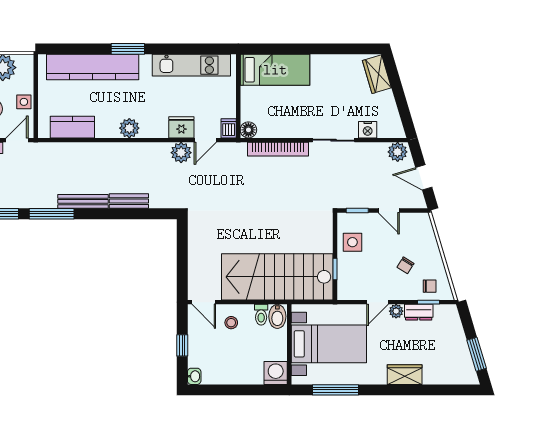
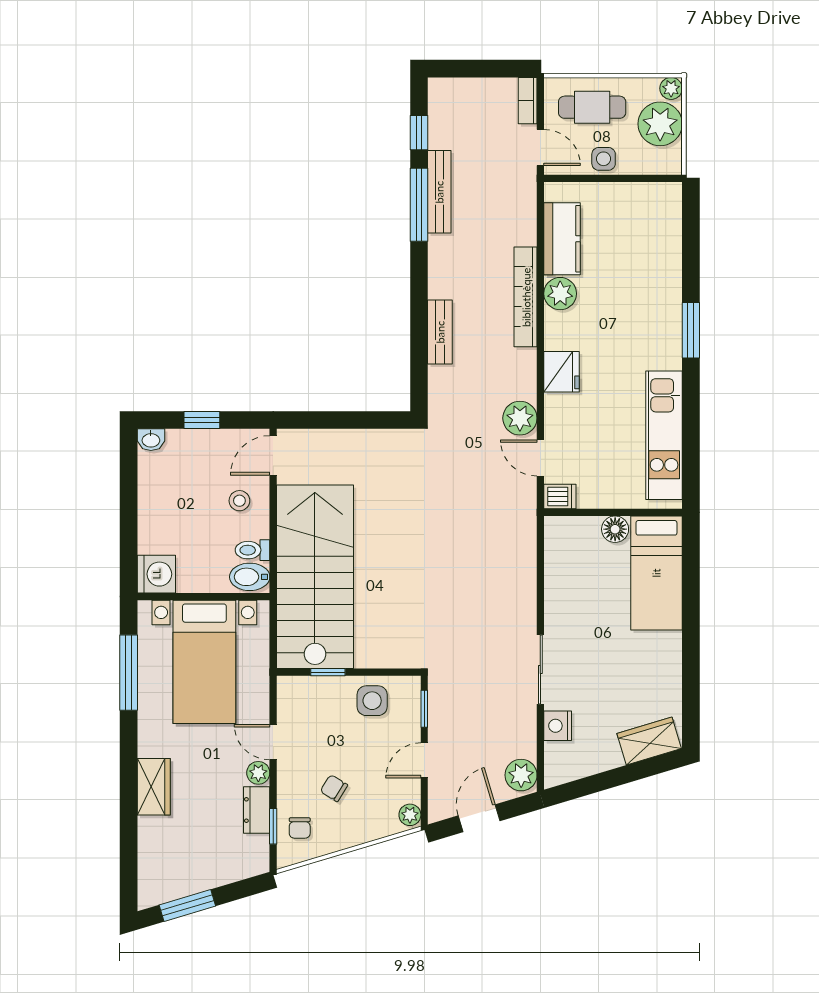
kitchen counter: (93, 67) -> (661, 272), removed
fridge: (181, 127) -> (562, 372), moved
plant: (129, 128) -> (560, 294), moved
floor lamp: (248, 130) -> (615, 529), moved
bookcase: (278, 149) -> (526, 297), moved
bench: (83, 201) -> (439, 192), moved
plant: (422, 219) -> (410, 815), added

